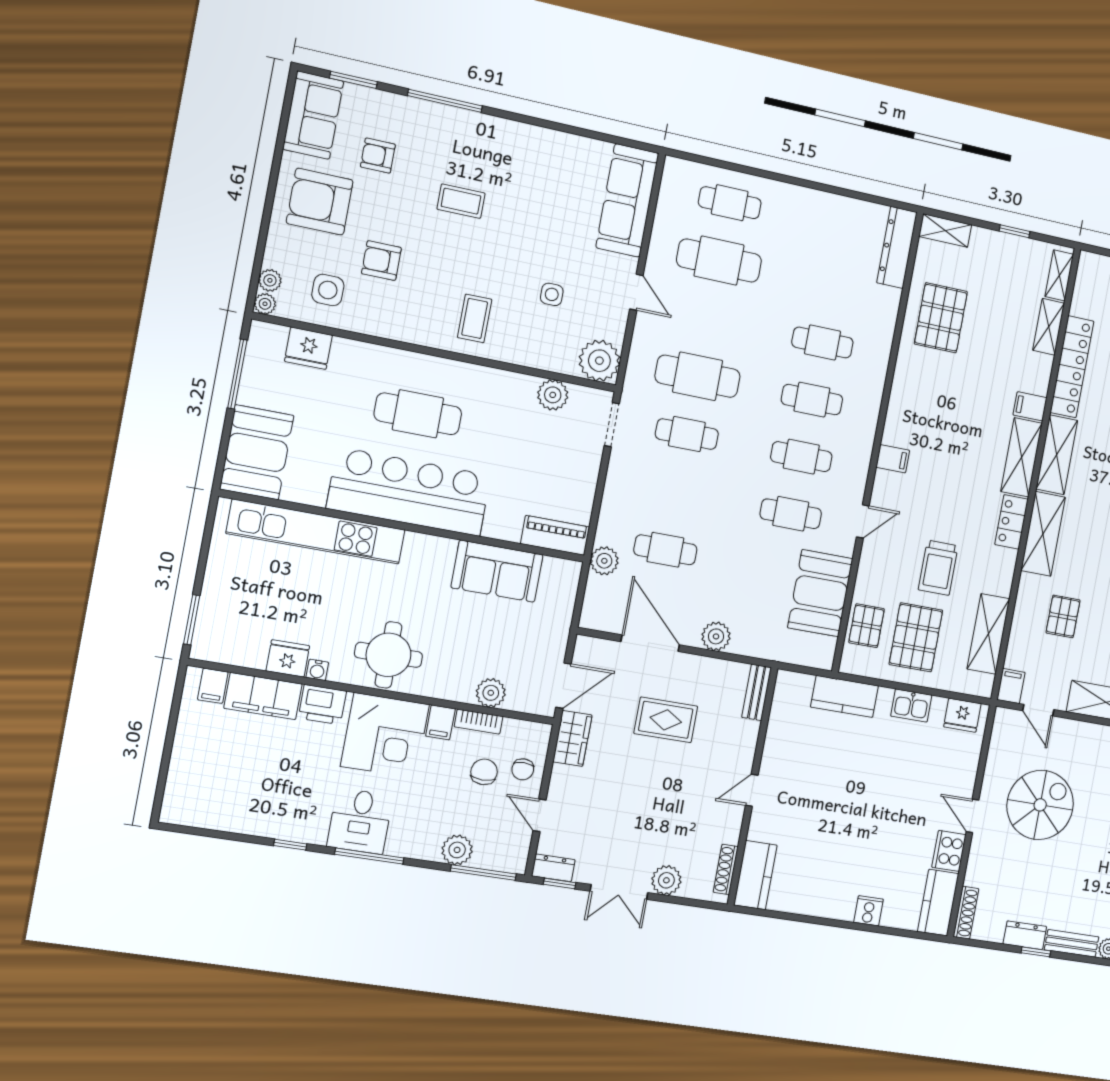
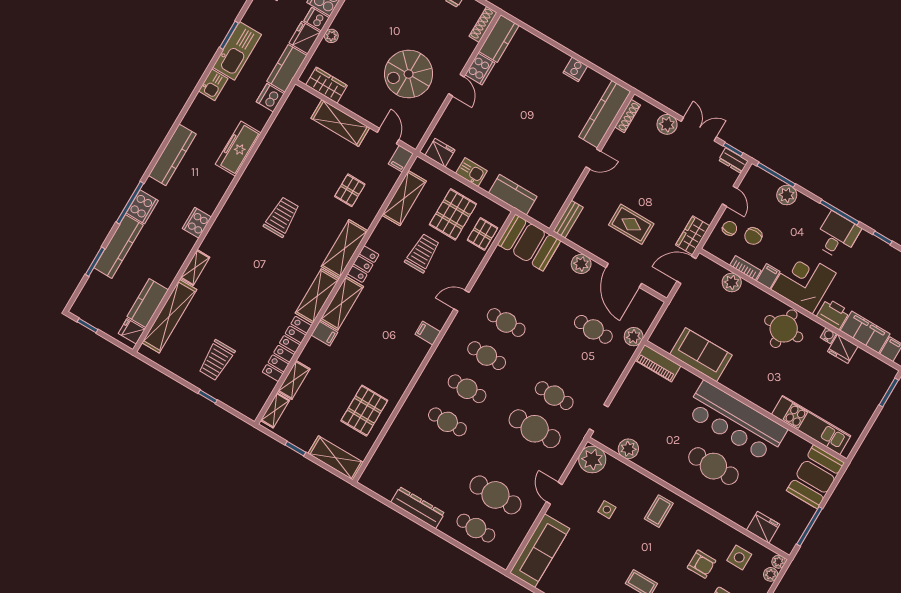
shelving: (945, 231) -> (336, 458), width x1.50, depth x1.33
dresser: (897, 247) -> (418, 508), moved, turned -90
kitchen unit: (316, 532) -> (811, 425), width x0.73
booth: (820, 593) -> (529, 243), moved, turned 90
kitchen counter: (755, 875) -> (605, 114), width x1.50
cooker: (868, 911) -> (575, 69), moved

